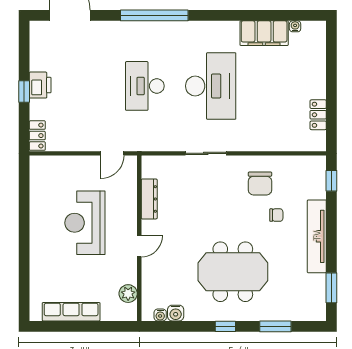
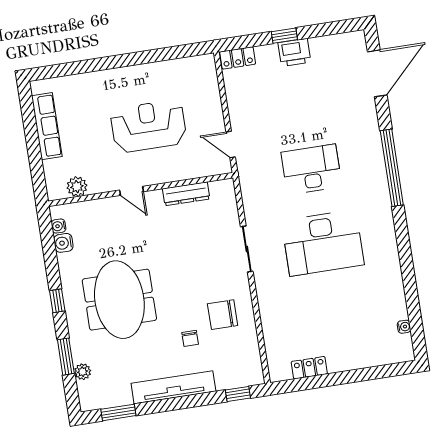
filing cabinet: (264, 33) -> (391, 293), removed
plant: (291, 314) -> (83, 372), added

